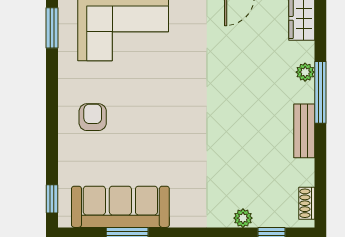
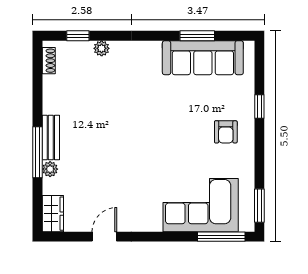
bench: (304, 131) -> (51, 138), moved
window: (52, 199) -> (259, 107), moved

